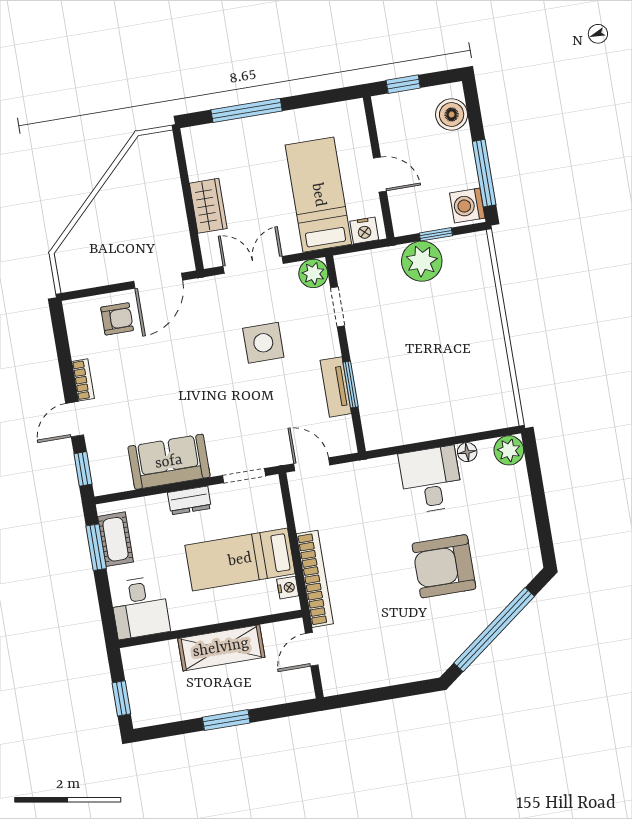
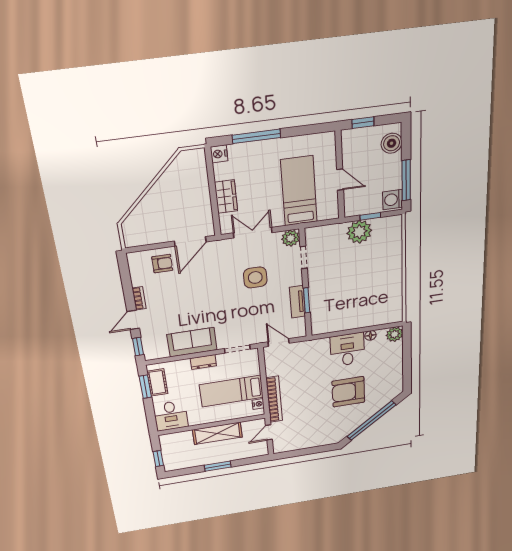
nightstand: (364, 230) -> (219, 154), moved, turned 90

